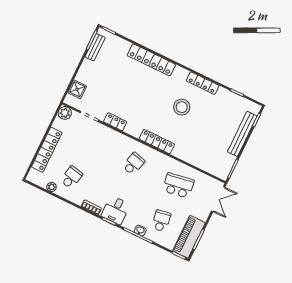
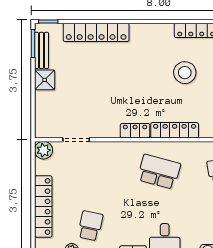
locker: (151, 60) -> (96, 32), moved
shower: (77, 89) -> (45, 80), moved
locker: (115, 122) -> (135, 131), moved
school desk: (133, 164) -> (159, 172), width x1.85

